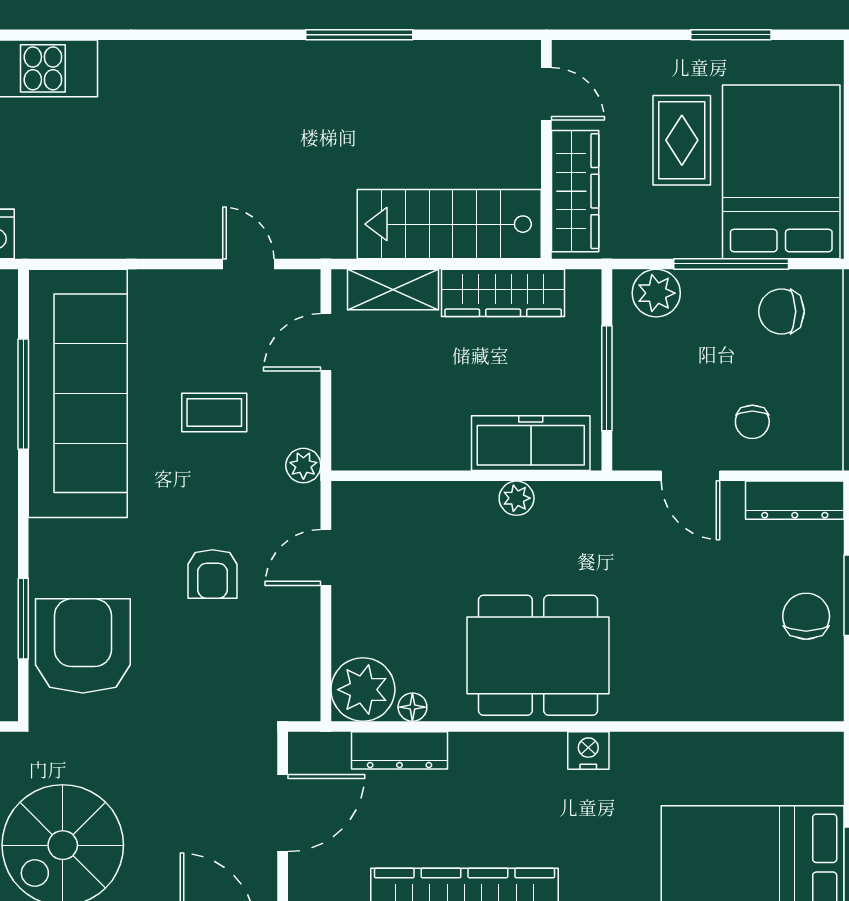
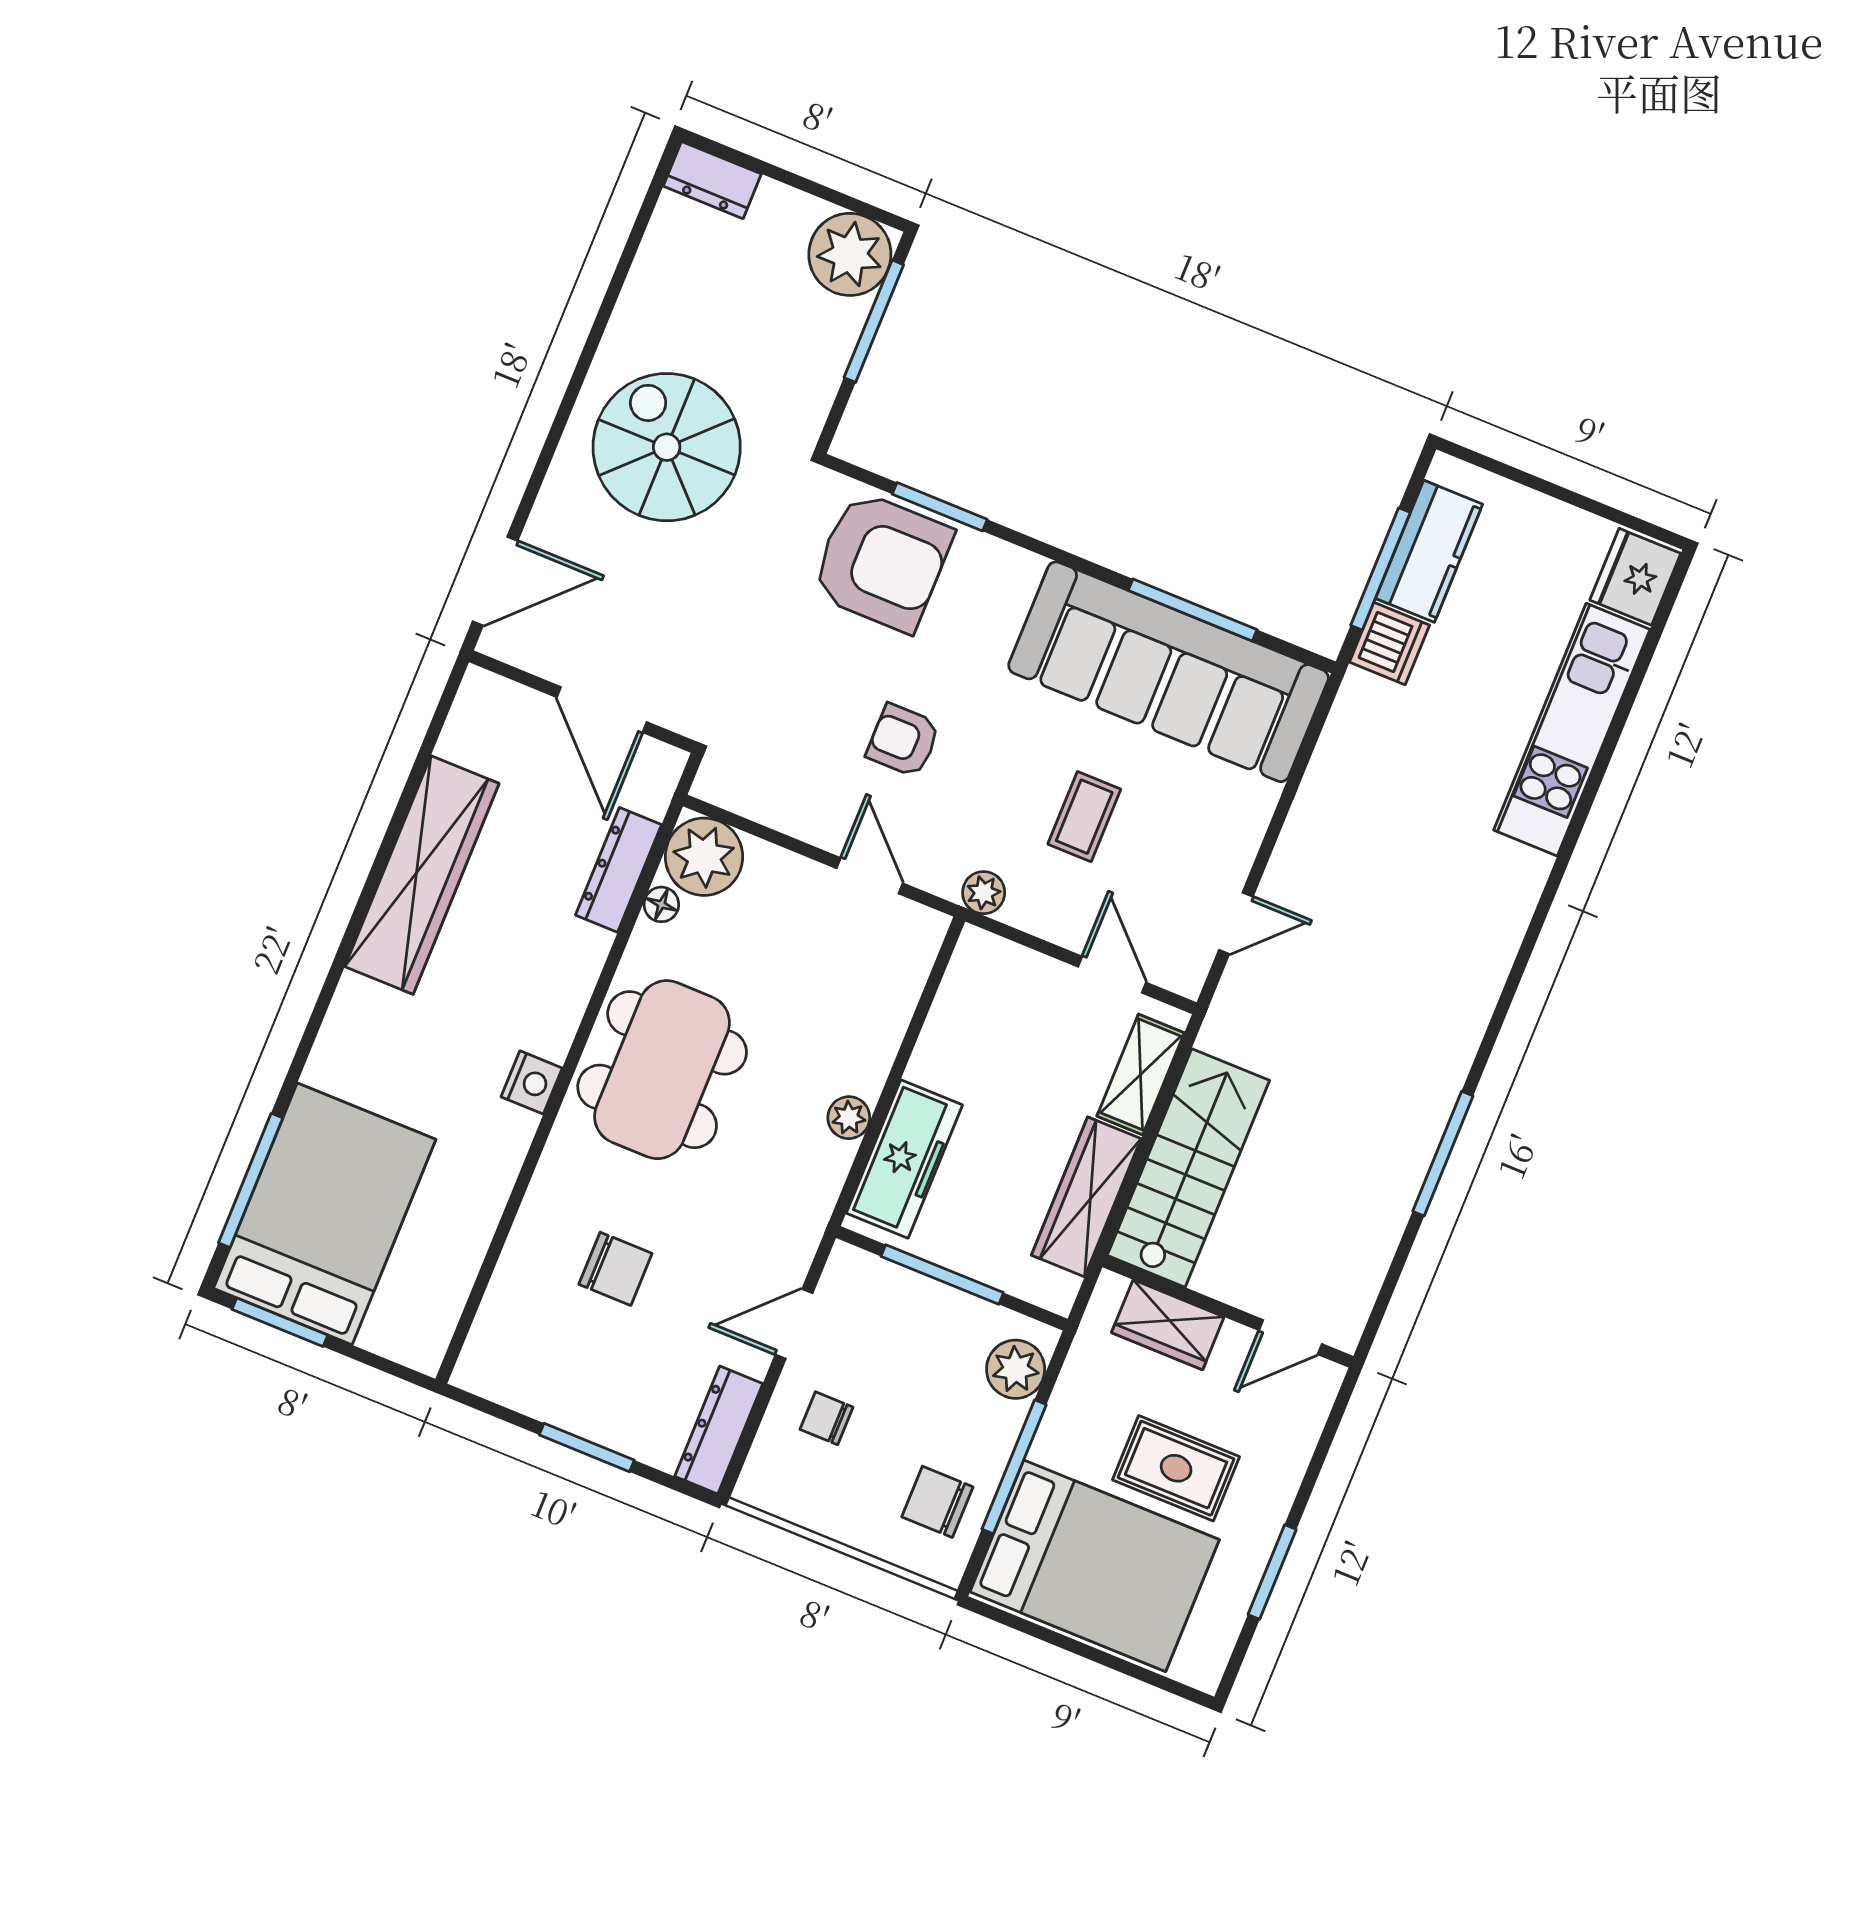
wardrobe: (575, 191) -> (1168, 1325), width x0.67
chair: (781, 311) -> (937, 1502), turned -90
chair: (806, 616) -> (615, 1269), moved

